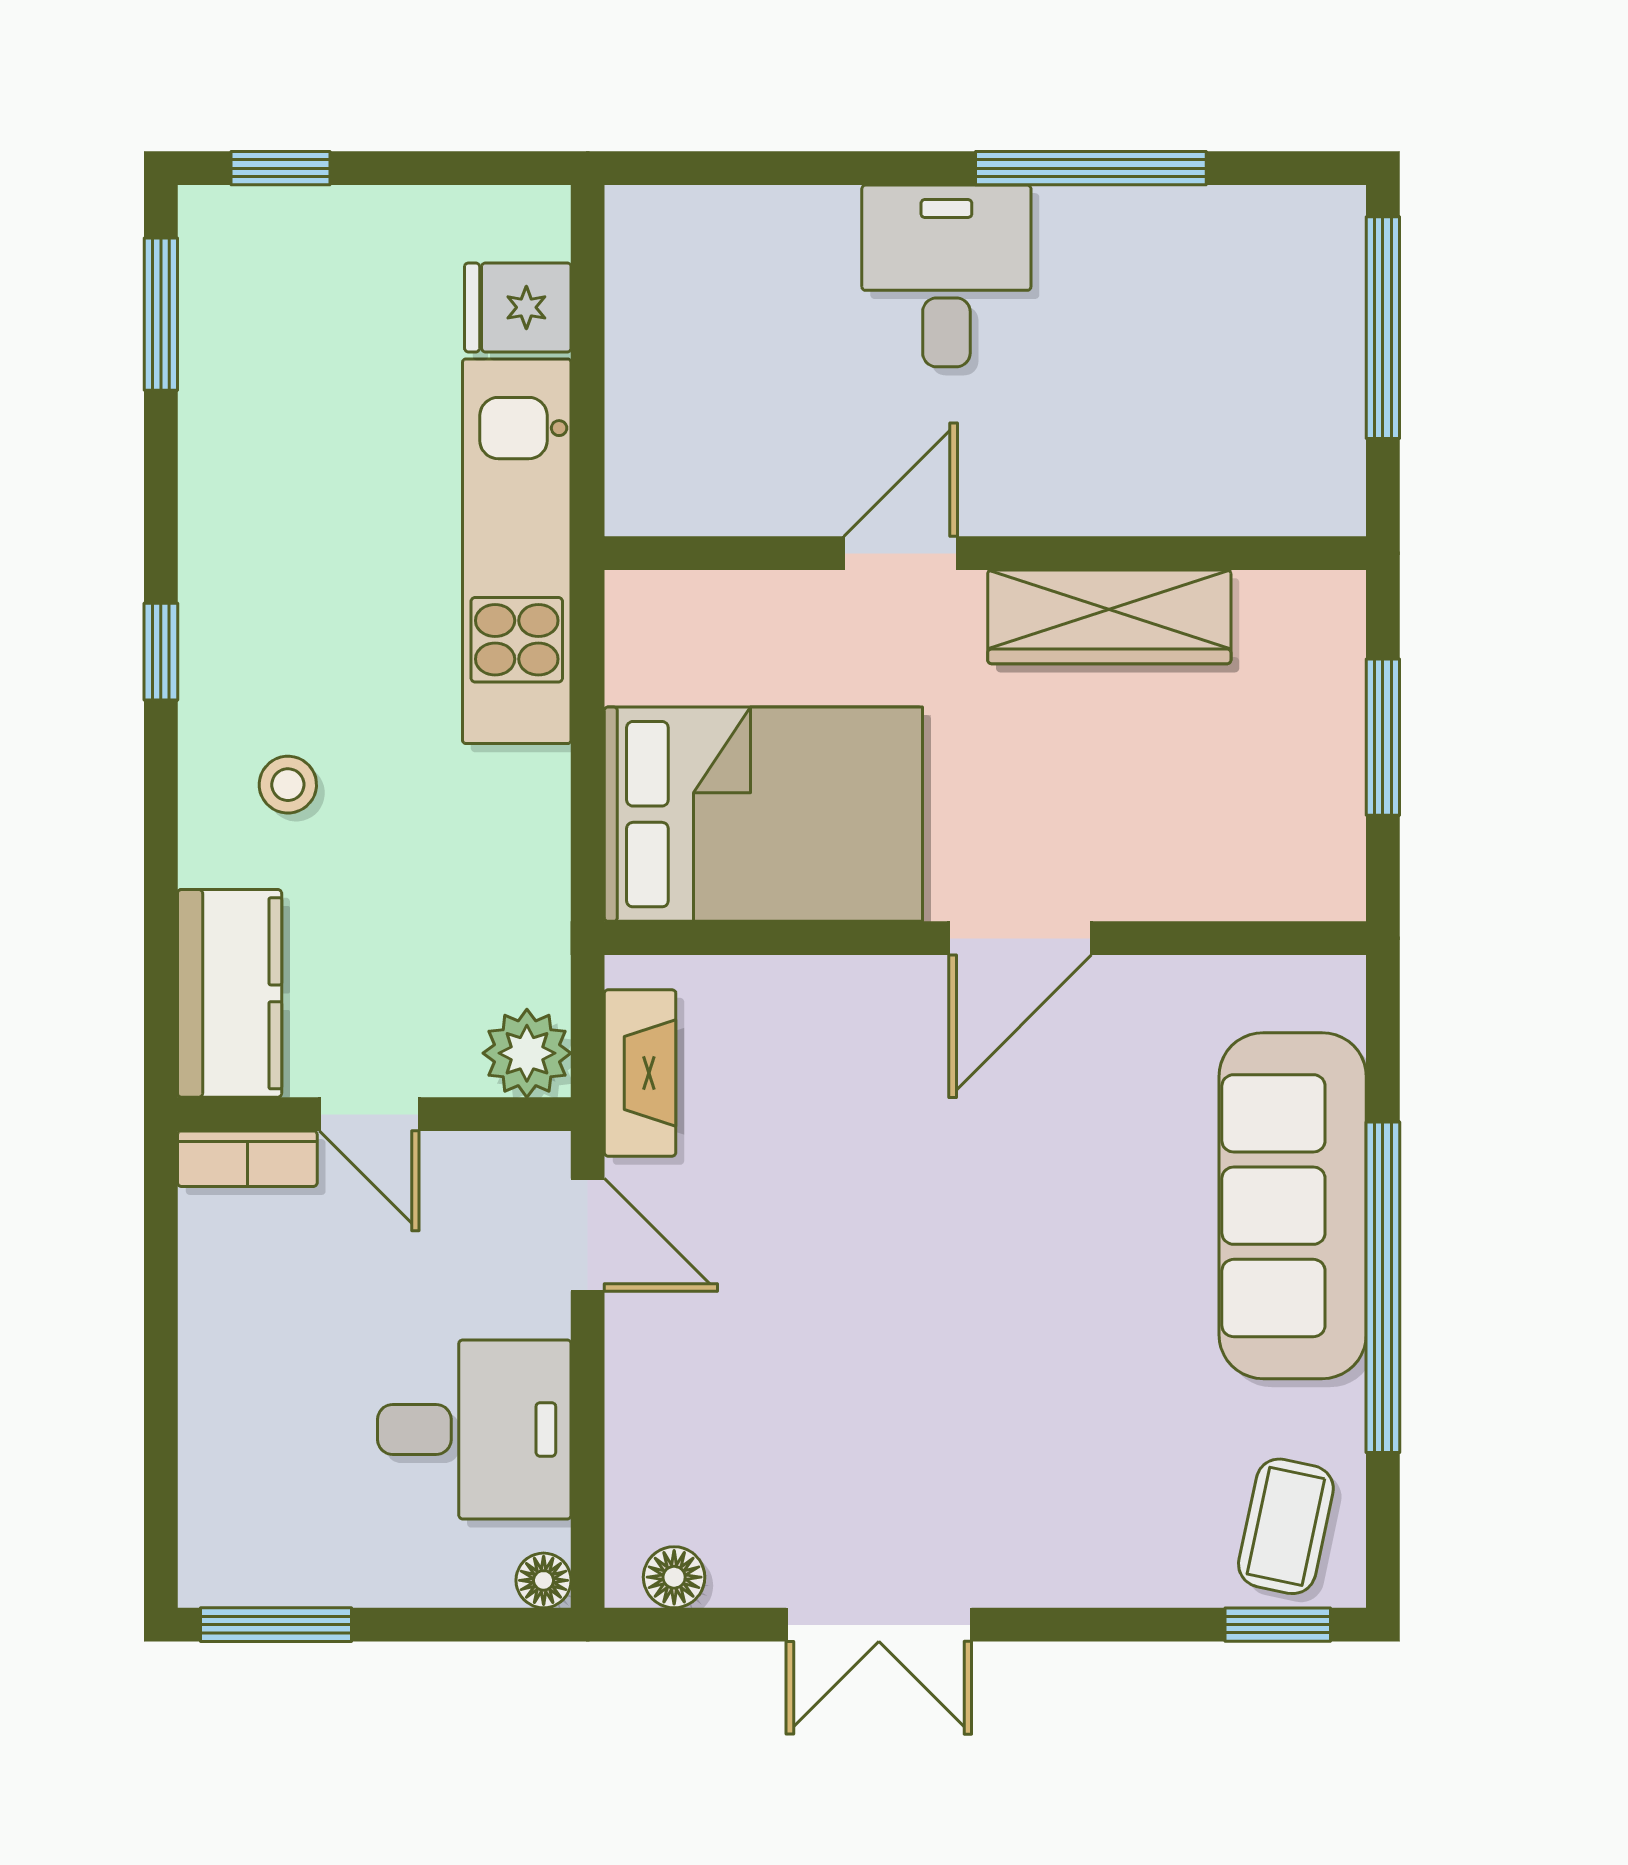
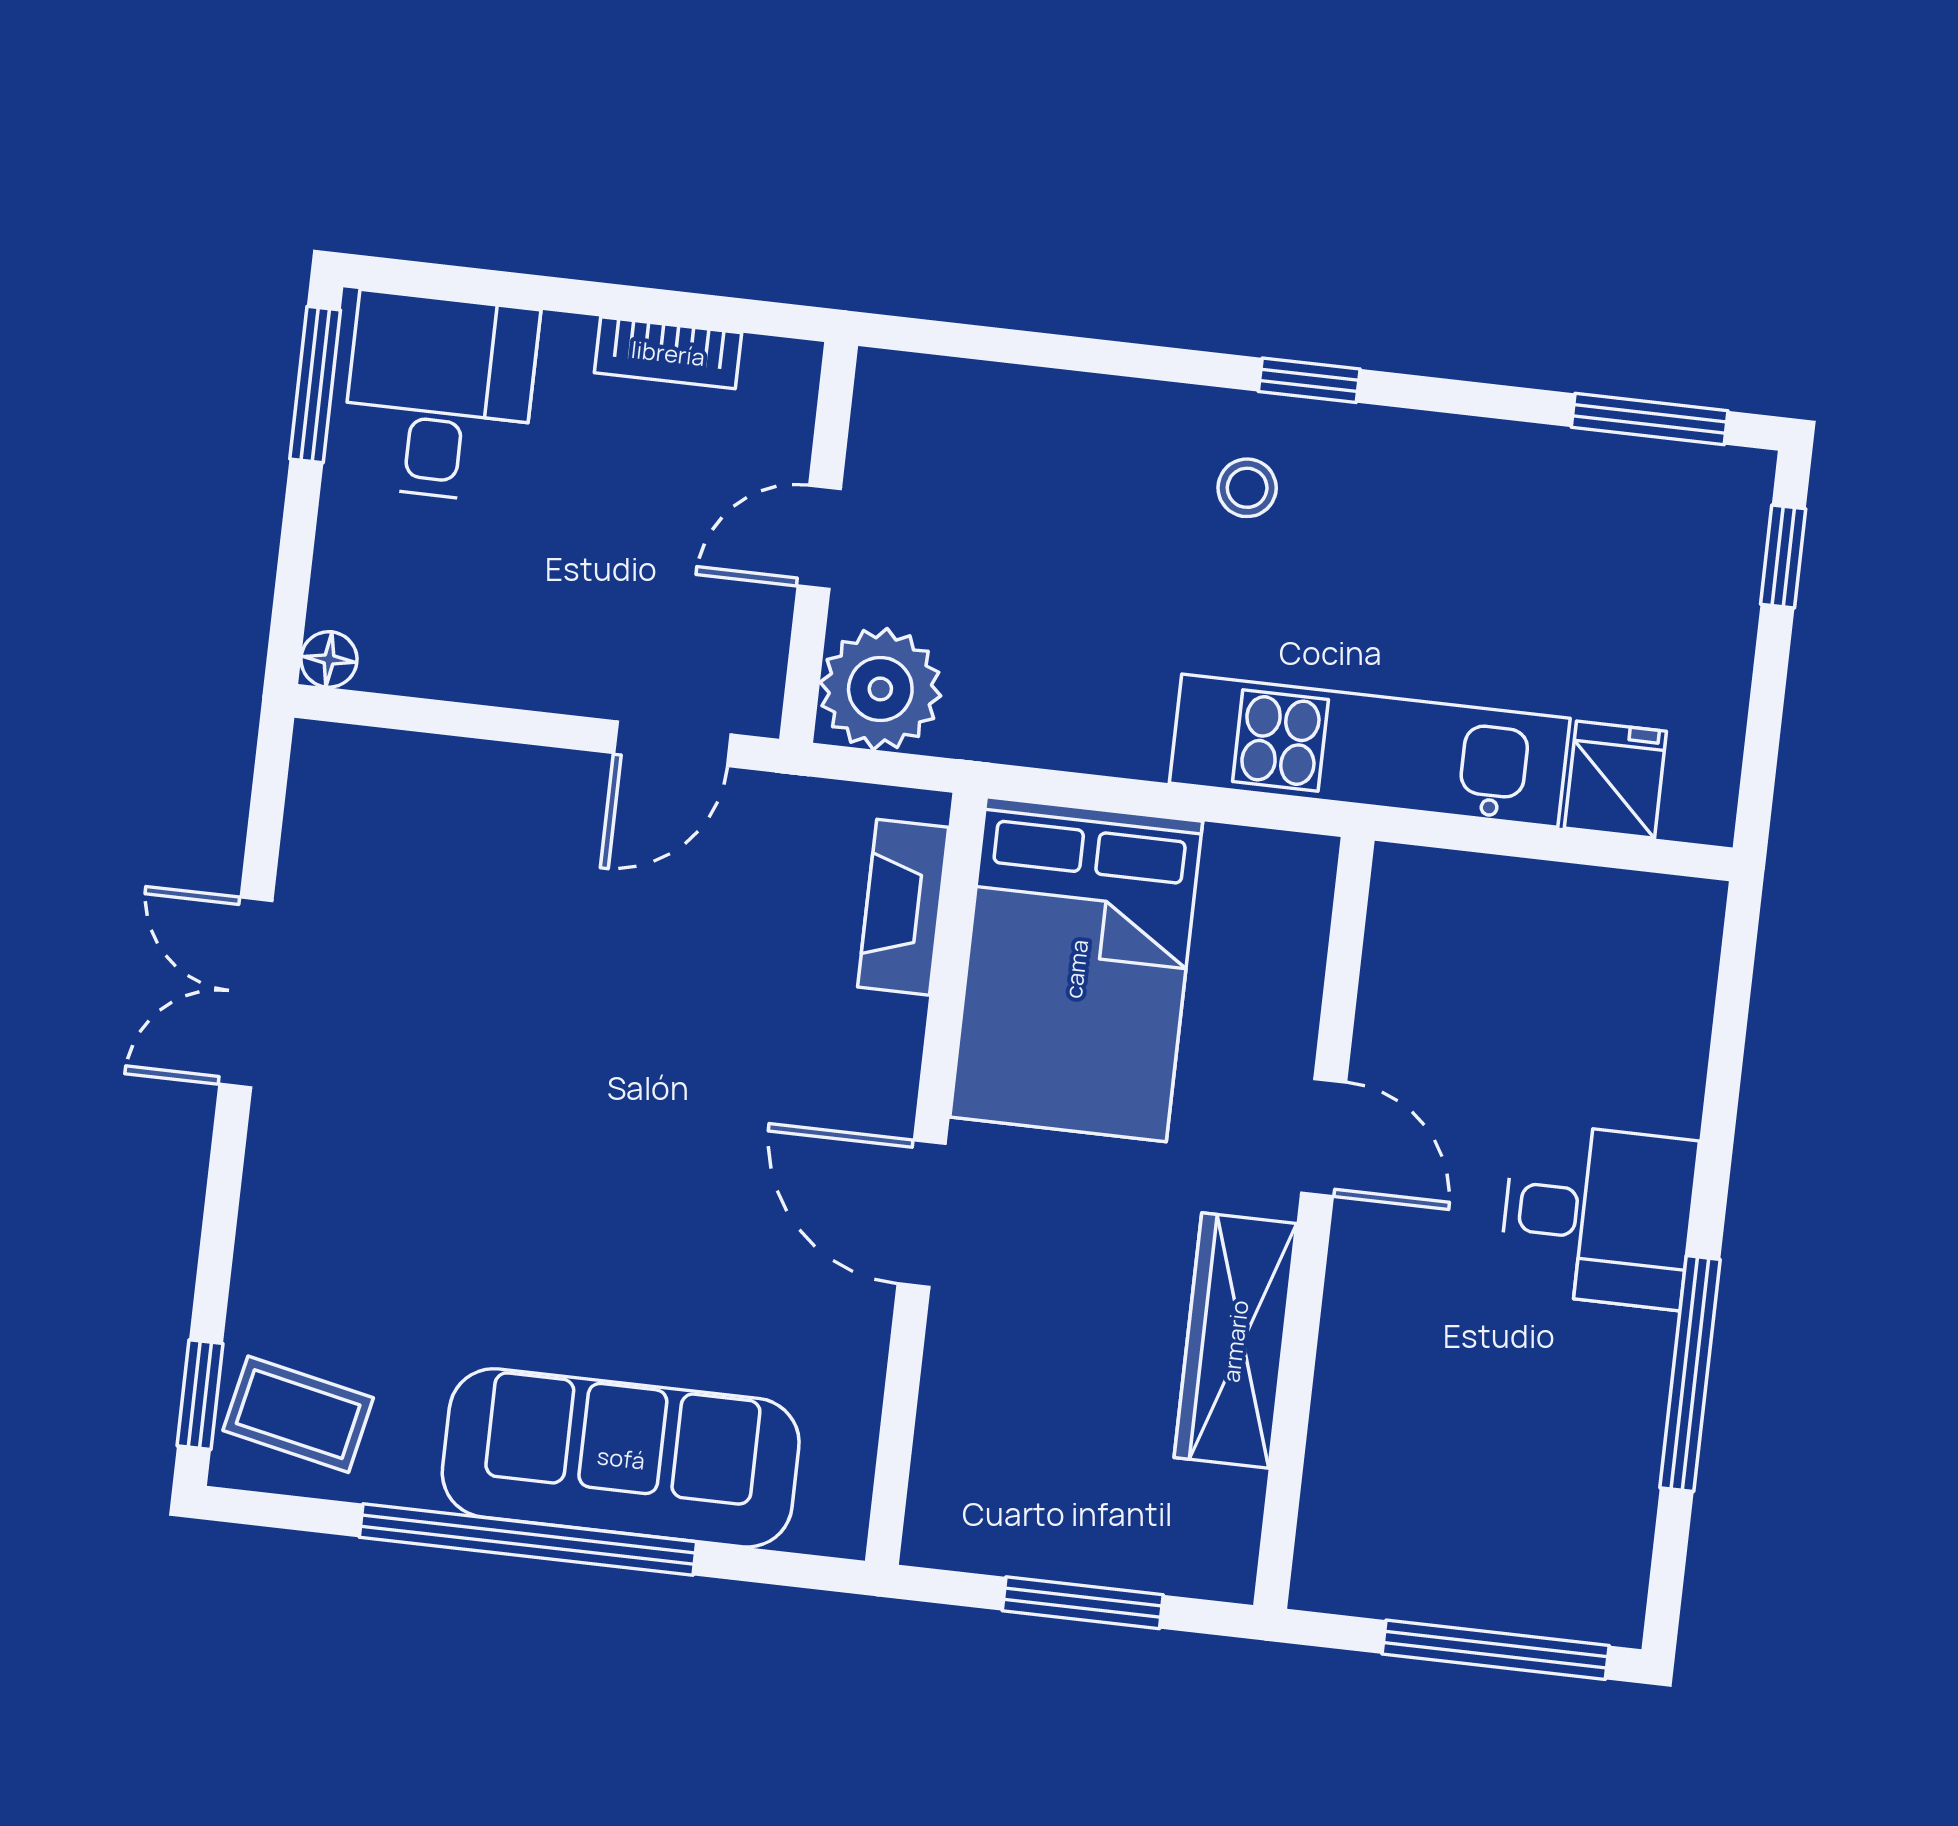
stool: (288, 785) -> (1247, 488), moved
kitchen counter: (230, 993) -> (957, 410), removed
plant: (527, 1053) -> (880, 689), width x1.36, depth x1.36
fireplace: (640, 1073) -> (903, 907), moved, turned 90
bookcase: (247, 1159) -> (668, 353), moved, turned -90
desk: (474, 1429) -> (439, 397), moved, turned 180
floor lamp: (674, 1577) -> (317, 791), removed

